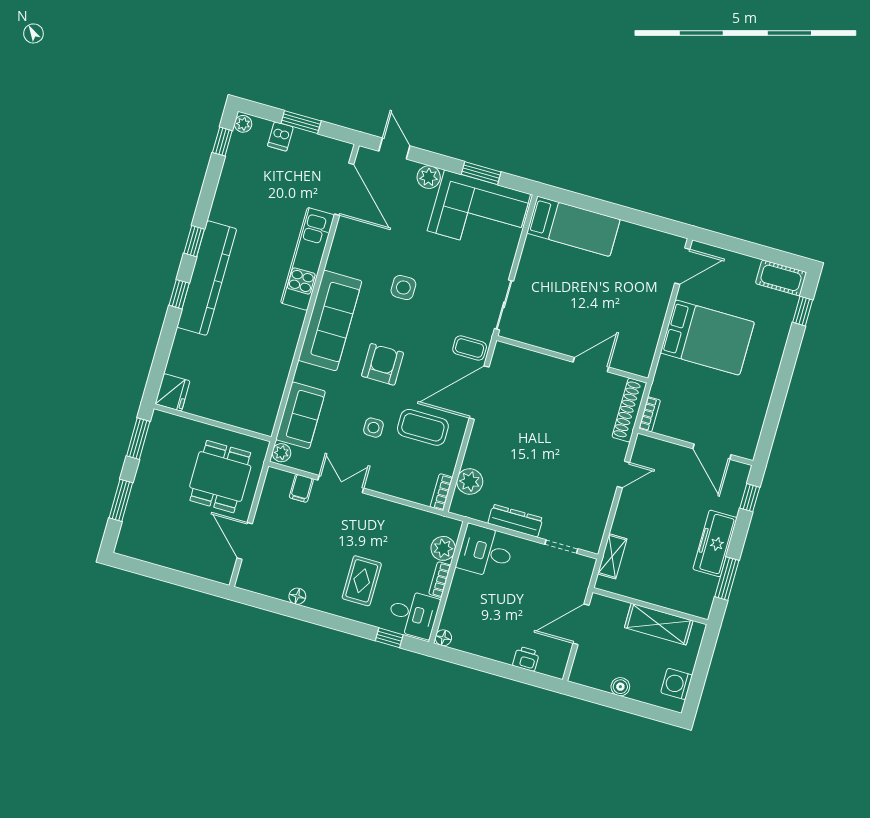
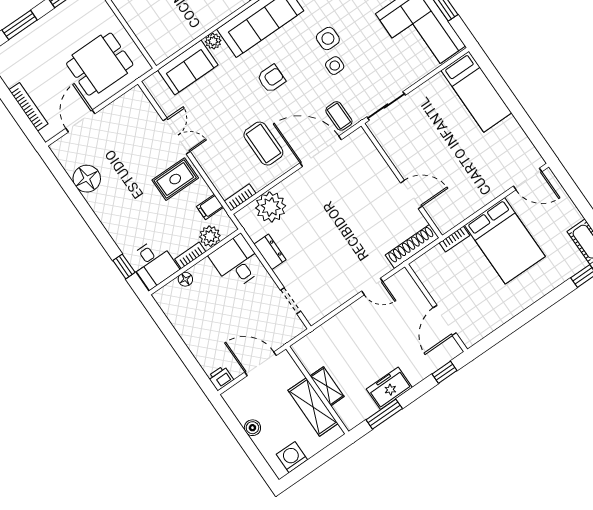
armchair: (383, 364) -> (271, 79), width x0.72, depth x0.72
bookcase: (650, 414) -> (454, 239), moved
side table: (373, 428) -> (335, 66), moved
plant: (281, 453) -> (213, 41), moved
plant: (470, 481) -> (271, 207), width x1.36, depth x1.36
filing cabinet: (301, 488) -> (210, 207), moved
dresser: (515, 521) -> (270, 252), width x0.70
freezer: (715, 543) -> (389, 388), width x0.71
shelving: (612, 556) -> (327, 386), moved, turned 90
bookcase: (188, 566) -> (28, 107), added
rug: (362, 581) -> (175, 179), moved
floor lamp: (297, 596) -> (87, 179), width x1.89, depth x1.89
floor lamp: (443, 638) -> (185, 279), moved
printer: (526, 659) -> (221, 378), moved, turned -90

